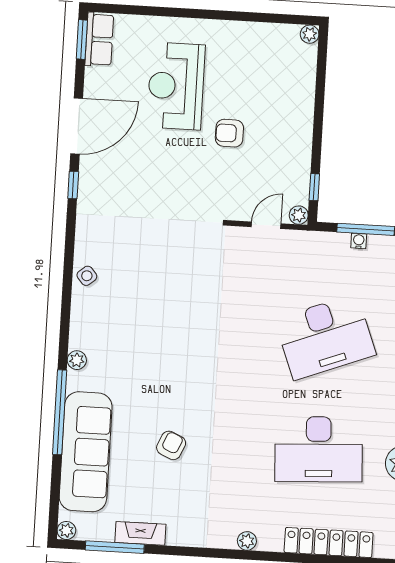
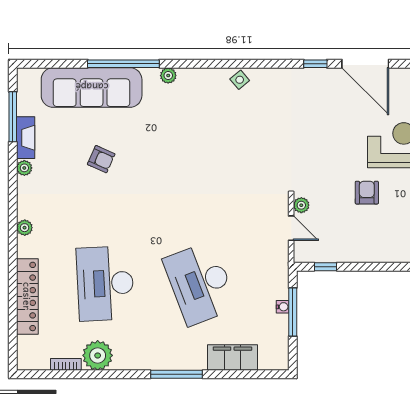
plant: (299, 215) -> (301, 205), moved
plant: (66, 530) -> (24, 168), moved

